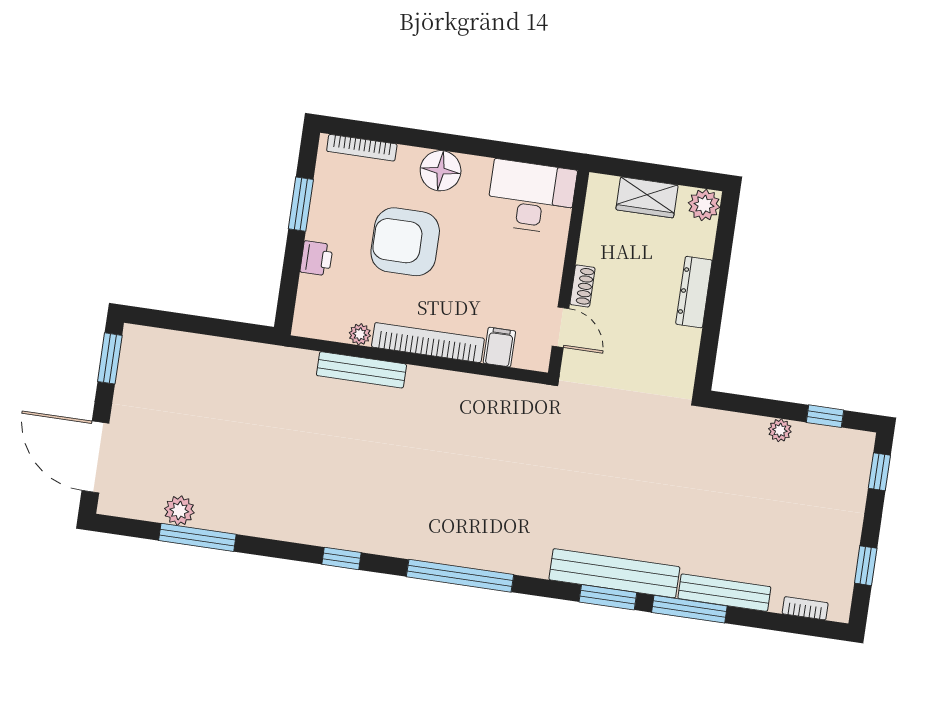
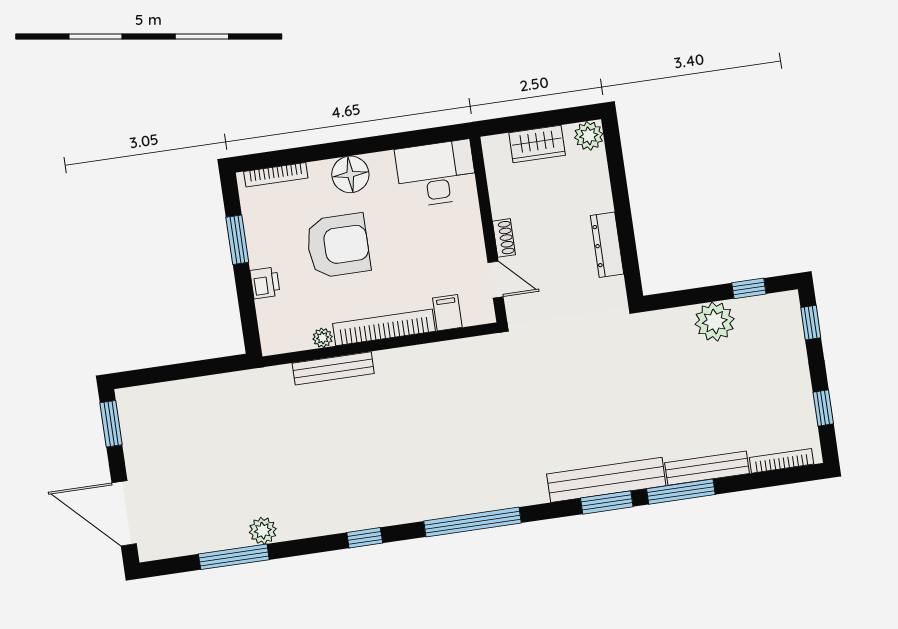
armchair: (405, 242) -> (338, 245), turned 180
dresser: (694, 292) -> (607, 245), moved
plant: (780, 430) -> (715, 322), width x1.88, depth x1.88
plant: (179, 511) -> (263, 531), moved
bookcase: (805, 608) -> (781, 461), width x1.56

